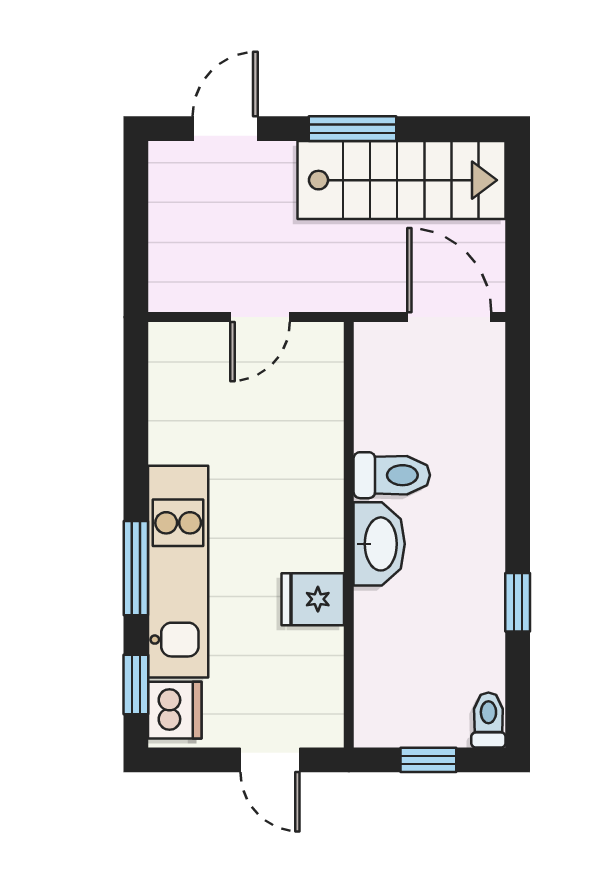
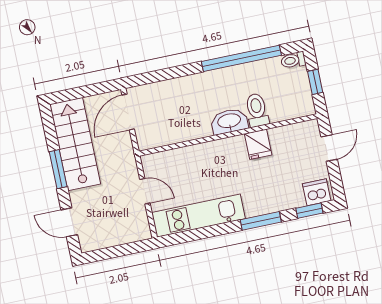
toilet: (392, 475) -> (257, 110), moved
kitchen unit: (178, 572) -> (199, 216), moved
window: (518, 602) -> (241, 58), width x3.17

